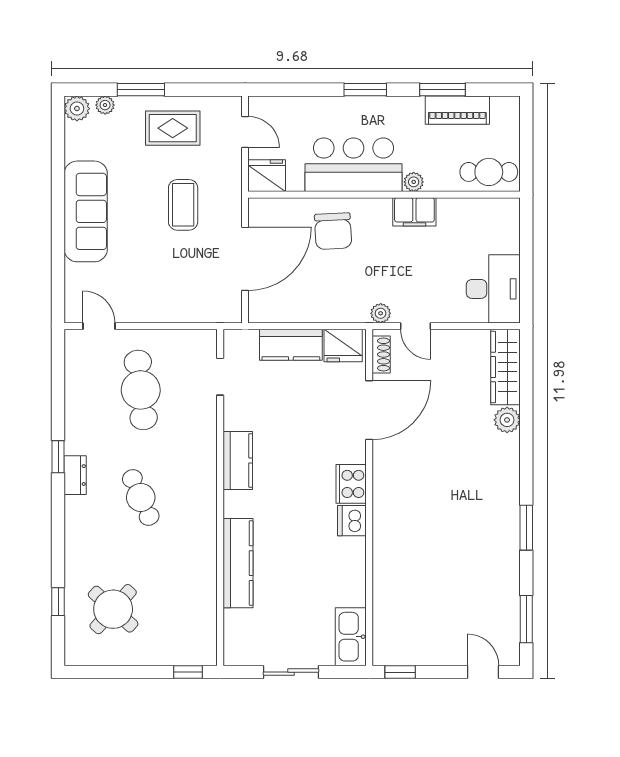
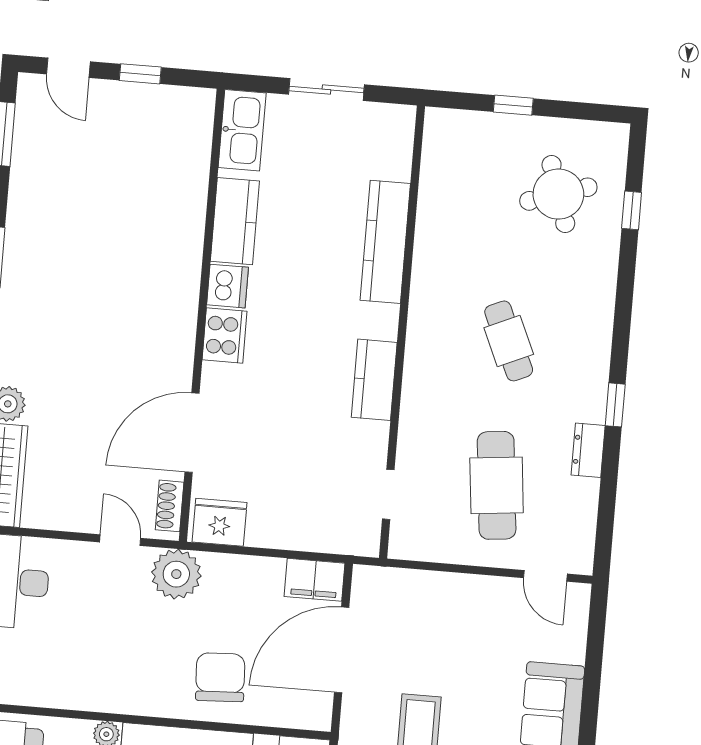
filing cabinet: (414, 212) -> (315, 580), moved, turned 180
plant: (381, 313) -> (176, 574), width x1.87, depth x1.87
kitchen counter: (291, 345) -> (235, 221), moved, turned 90
dresser: (75, 475) -> (588, 450), moved
round table: (113, 609) -> (558, 194), turned 30
window: (188, 672) -> (513, 105), moved
window: (400, 672) -> (140, 74), moved

